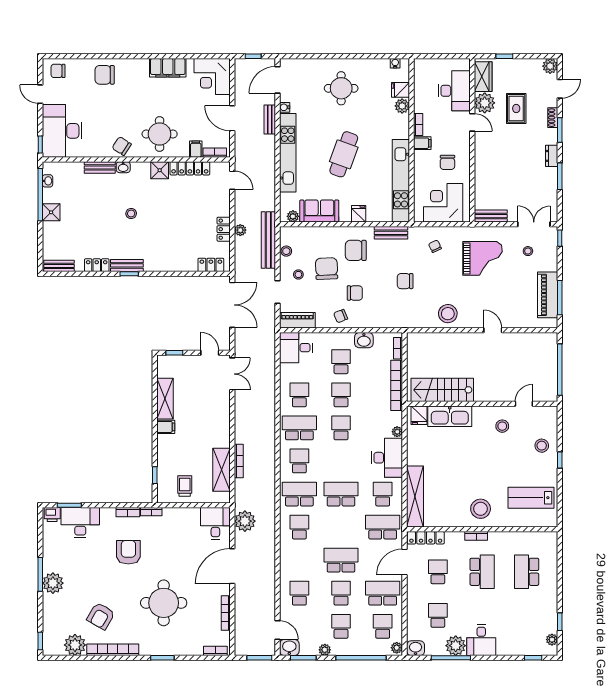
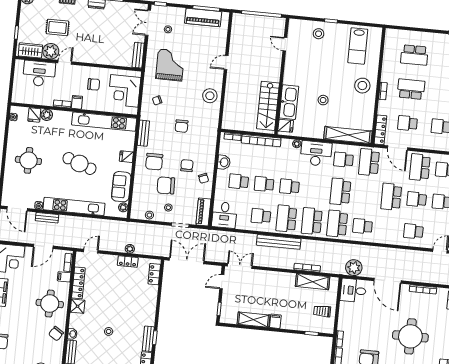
bench: (268, 240) -> (279, 242), moved
stool: (502, 426) -> (323, 100), moved
school desk: (299, 461) -> (312, 221), width x1.85

